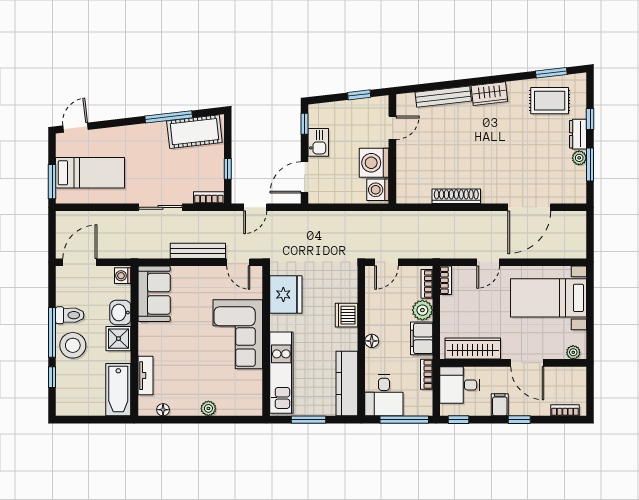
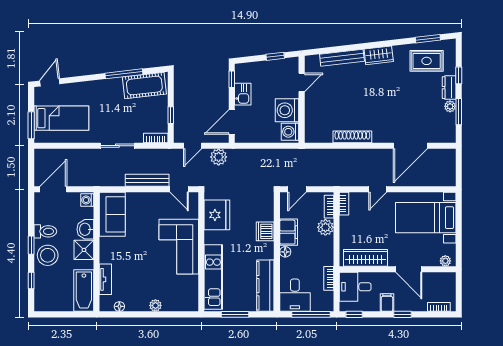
plant: (288, 221) -> (219, 157), added
window: (52, 332) -> (31, 245), width x0.46
filing cabinet: (422, 338) -> (289, 232), moved, turned 180

